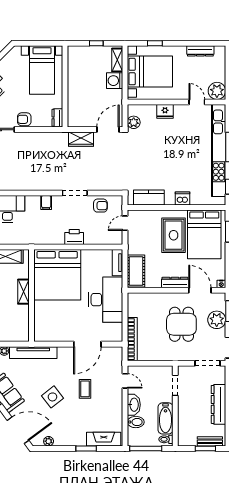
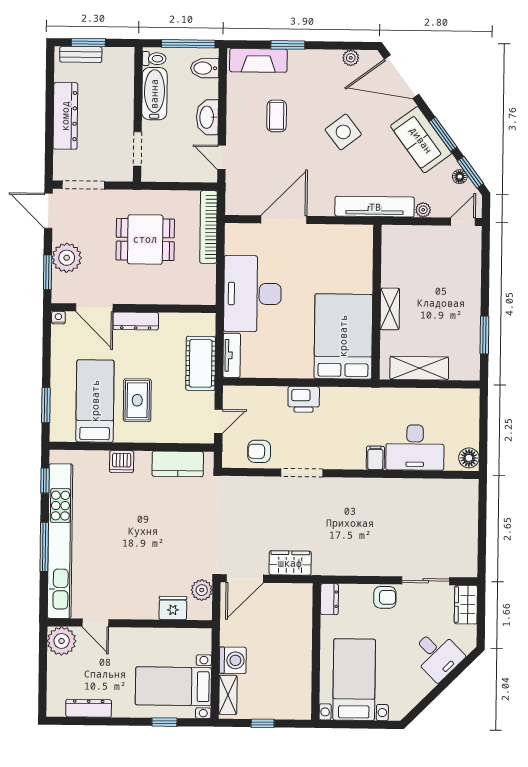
bed with nightstands: (150, 72) -> (173, 686), width x0.73
fridge: (165, 111) -> (173, 608), moved
filing cabinet: (46, 203) -> (375, 458), moved
bed: (204, 234) -> (95, 401), width x0.67
rug: (174, 235) -> (137, 400), width x0.73, depth x0.70
cot: (136, 271) -> (201, 363), moved
bed: (57, 275) -> (343, 336), width x0.73
dining table: (181, 324) -> (145, 239), moved, turned 90
coffee table: (85, 389) -> (277, 116), moved
bidet: (136, 422) -> (205, 68), moved

